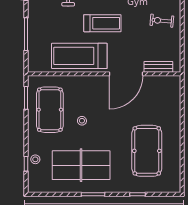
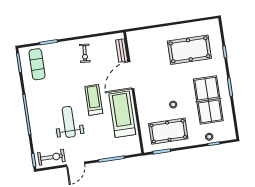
treadmill: (79, 56) -> (122, 114), turned 180
door: (126, 74) -> (131, 75), swing flipped

